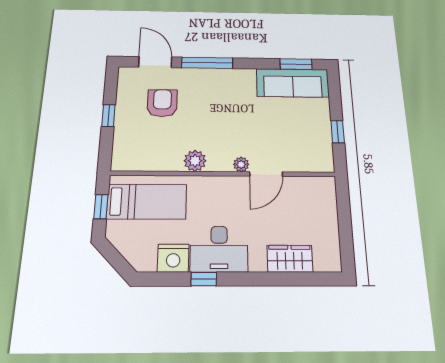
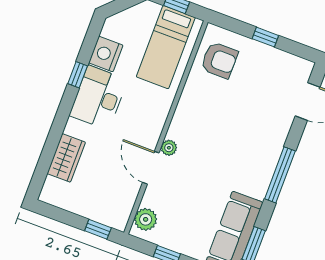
window: (207, 63) -> (280, 175), moved
armchair: (162, 103) -> (219, 60), moved
plant: (195, 161) -> (146, 219), moved
window: (343, 202) -> (98, 229), added

